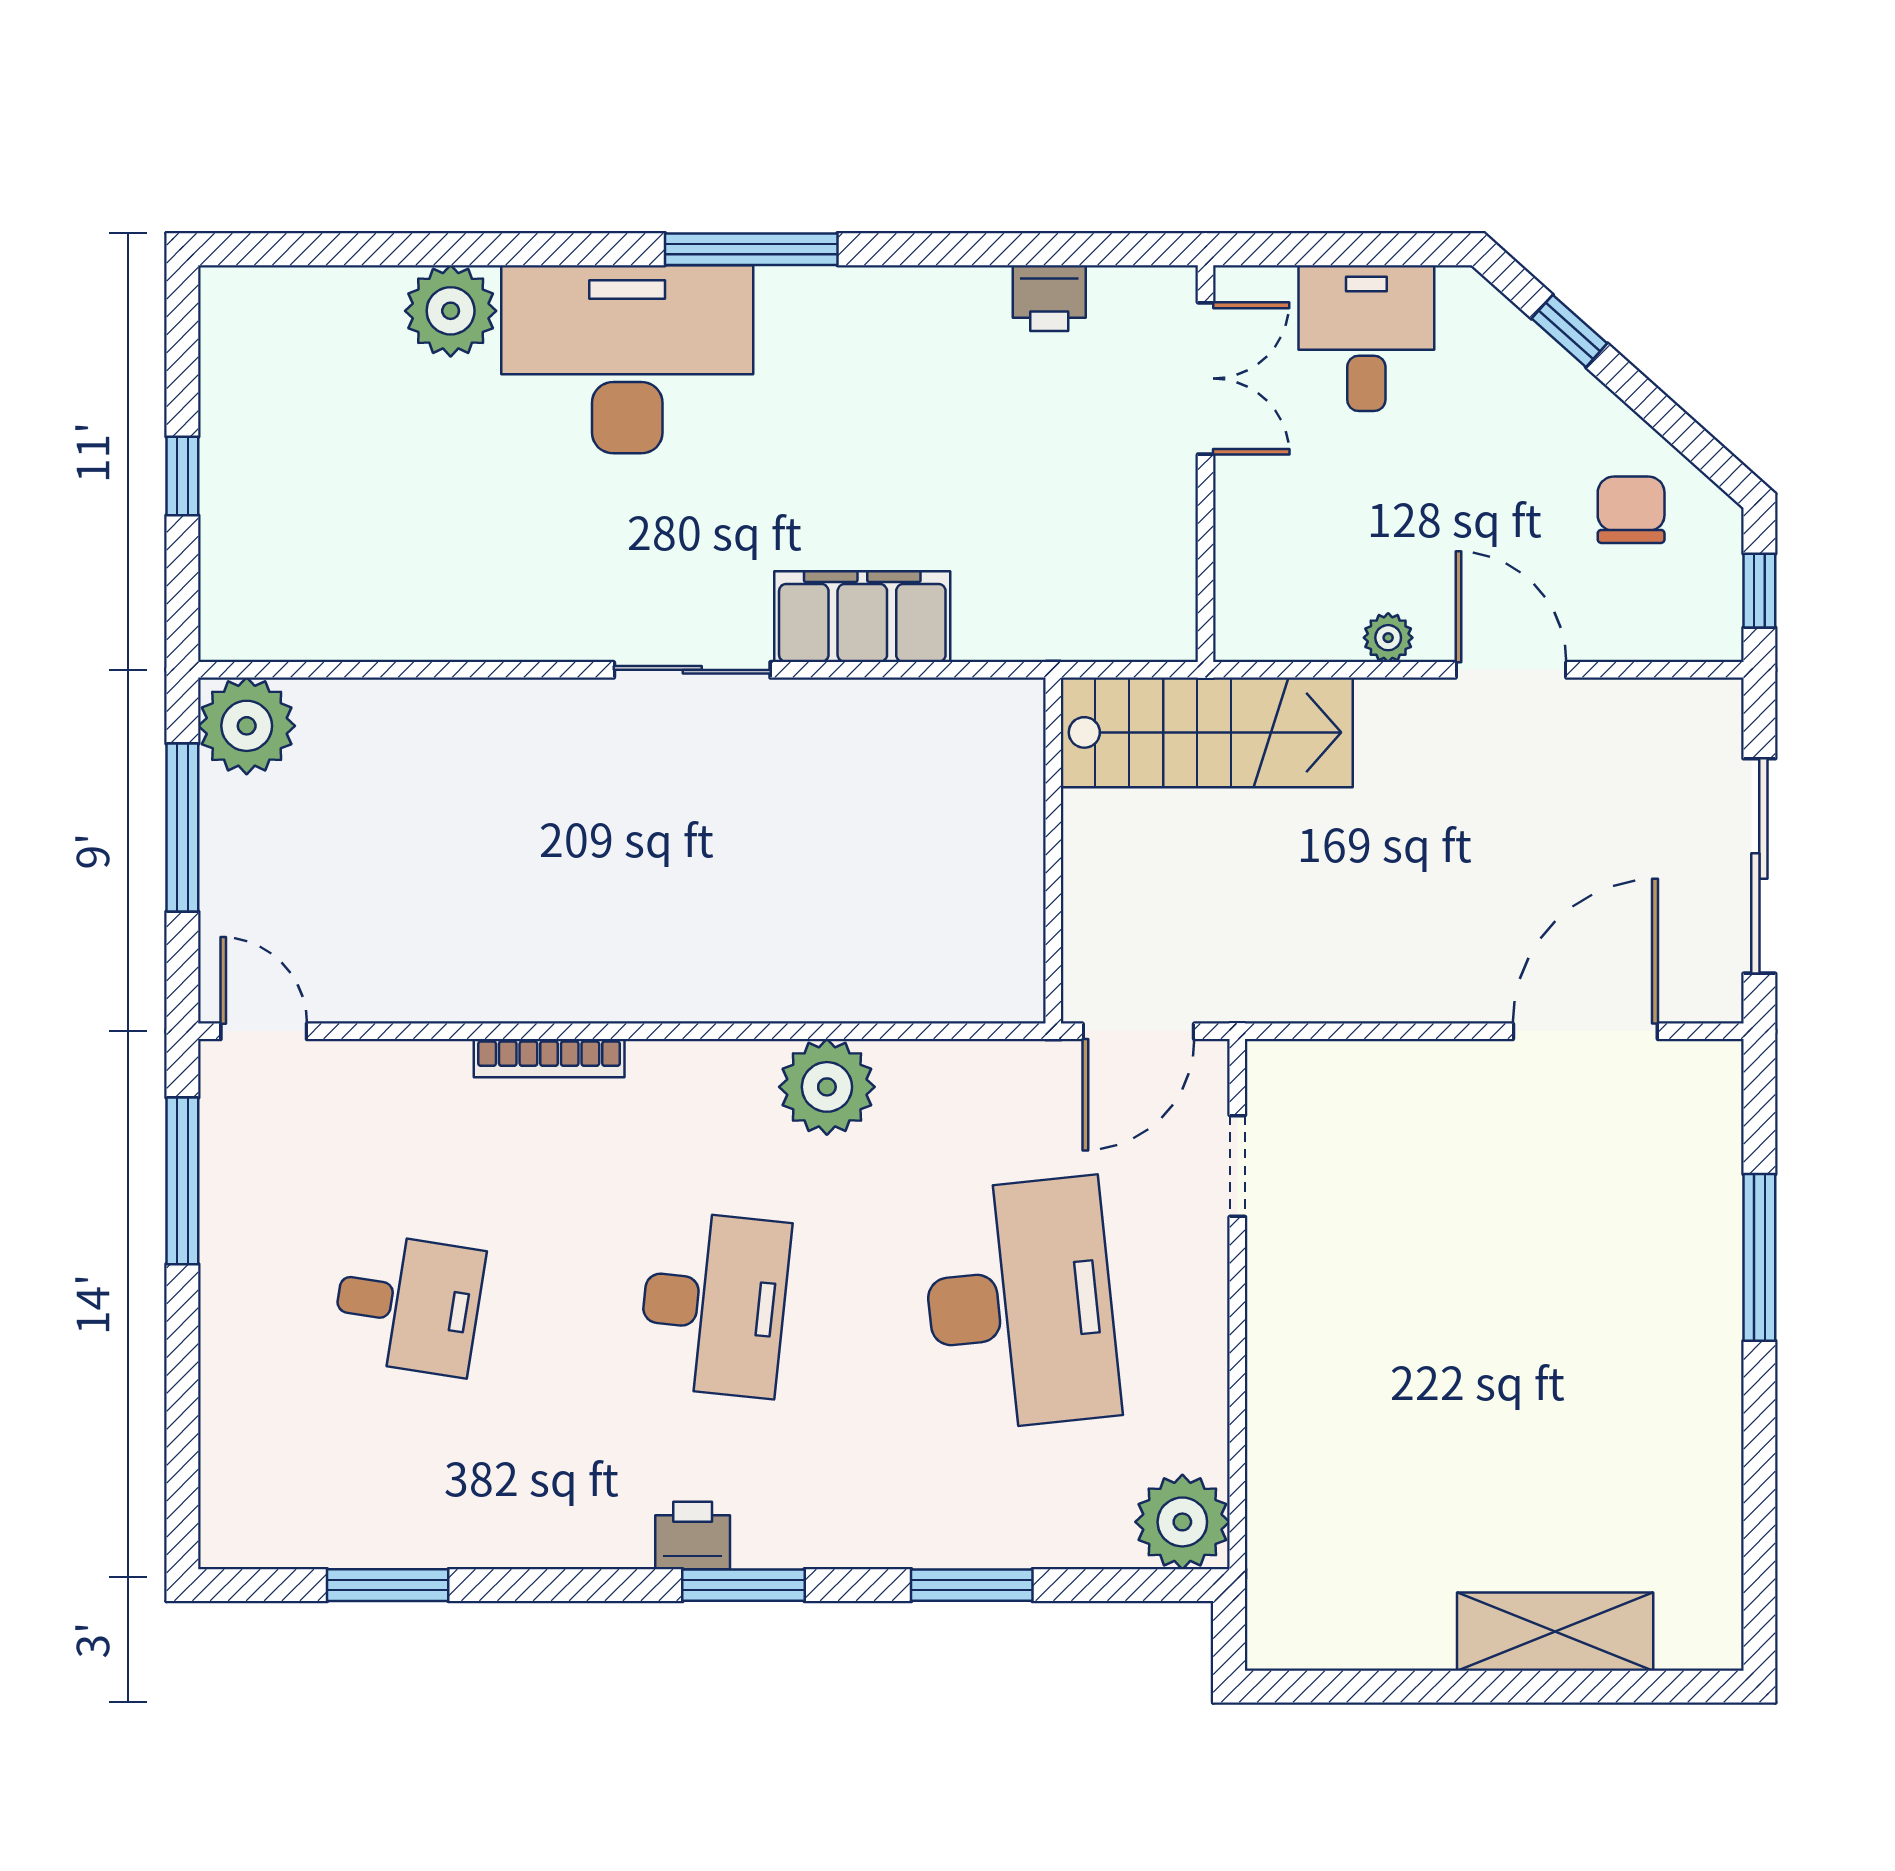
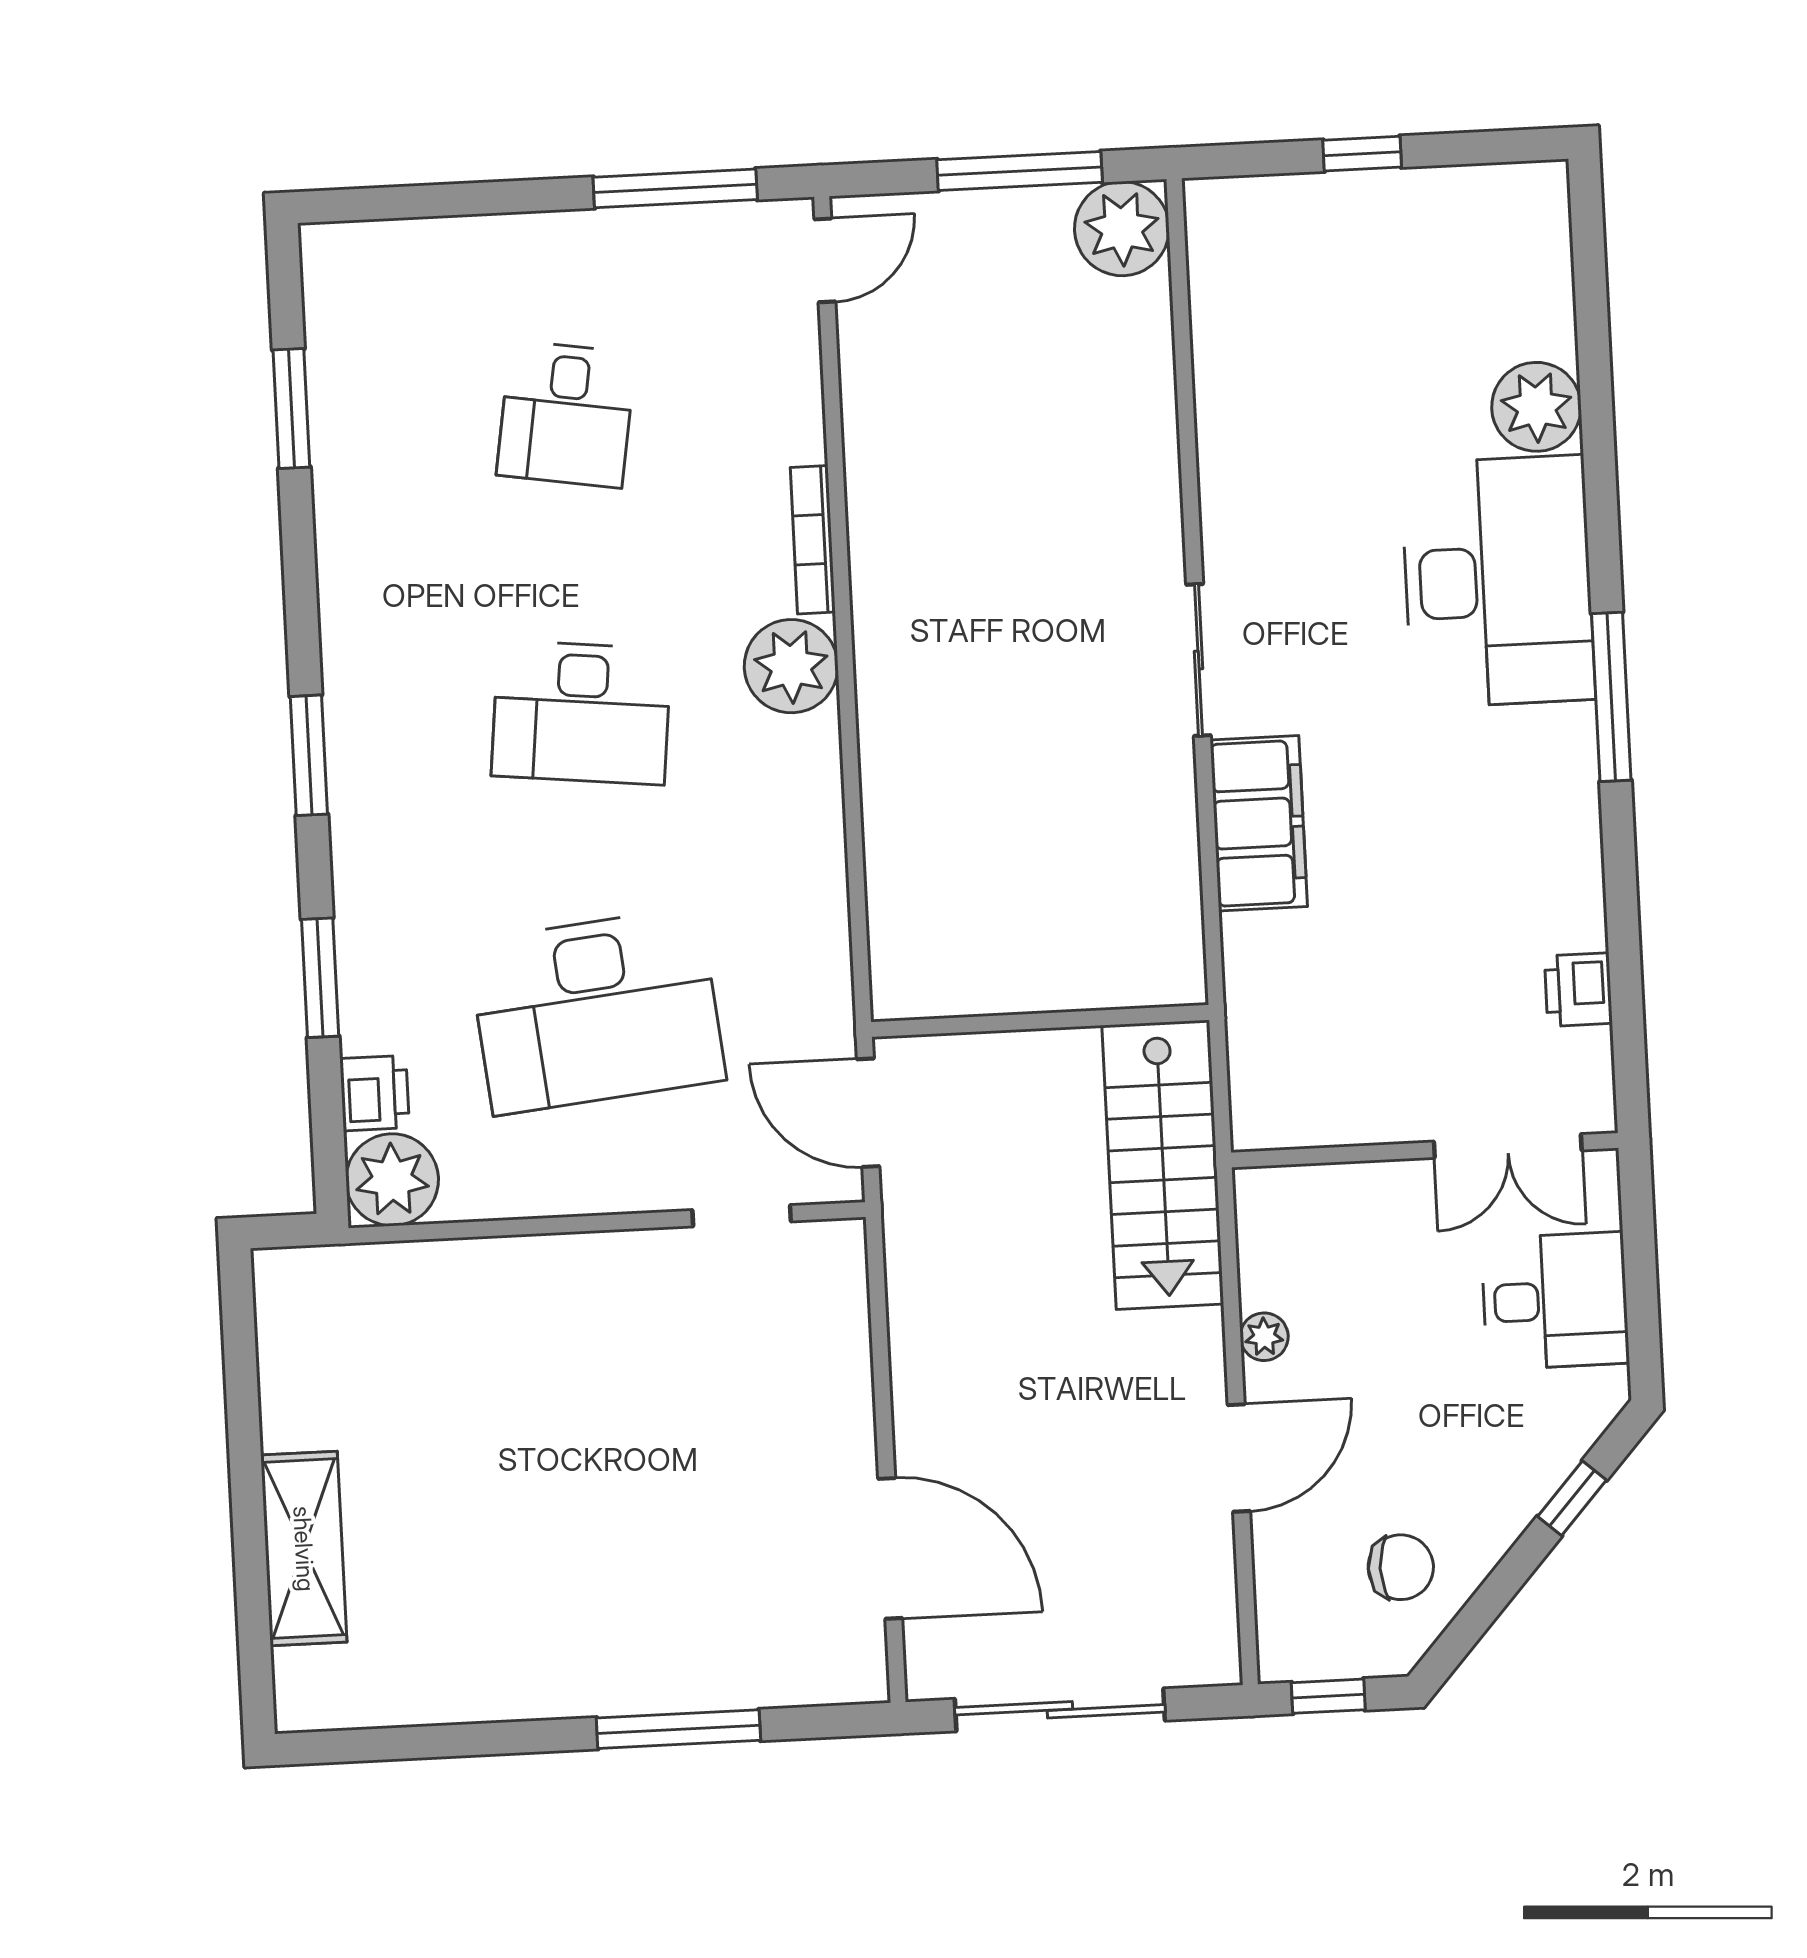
plant: (827, 1087) -> (791, 666), moved
printer: (693, 1535) -> (375, 1093), moved

